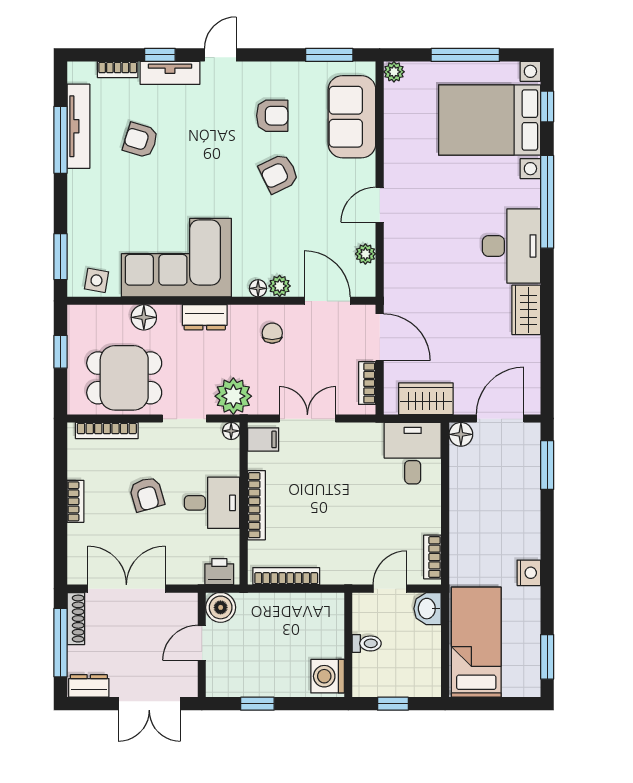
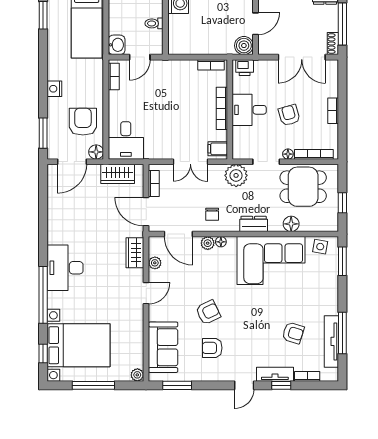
wardrobe: (526, 310) -> (135, 253), moved, turned 180
floor lamp: (231, 431) -> (288, 154), moved
armchair: (482, 484) -> (83, 122), added
nightstand: (529, 573) -> (54, 89), moved
bookcase: (286, 576) -> (211, 65), width x0.64
shoe rack: (76, 619) -> (333, 44), width x0.70

